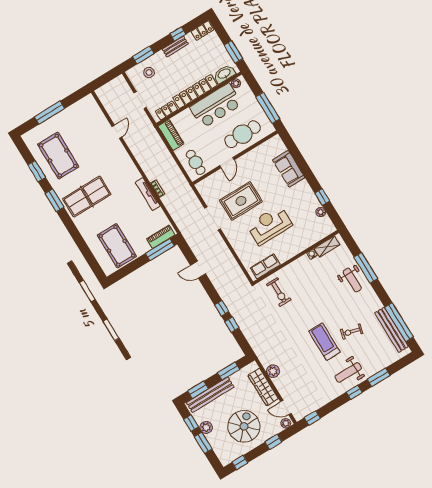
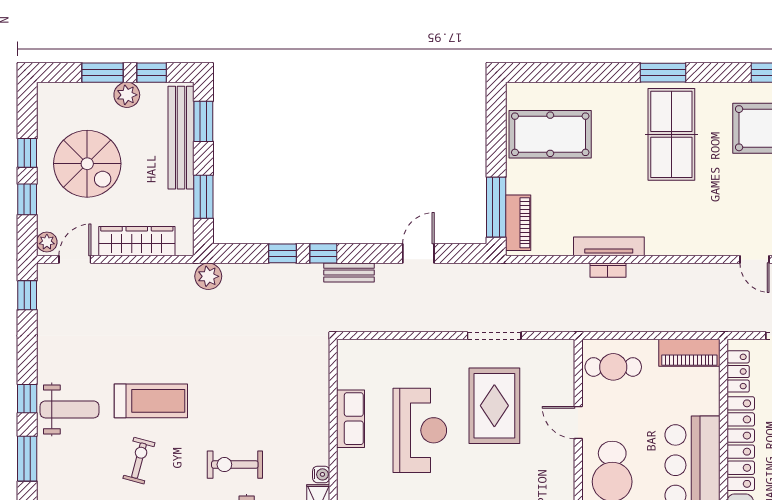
window: (55, 200) -> (663, 73), moved
row of seats: (265, 266) -> (350, 419), moved
exercise bike: (279, 292) -> (235, 465), moved
bench: (223, 293) -> (349, 273), added
plant: (273, 371) -> (208, 276), moved
weight bench: (348, 372) -> (69, 409), turned 90
window: (240, 462) -> (27, 153), moved

